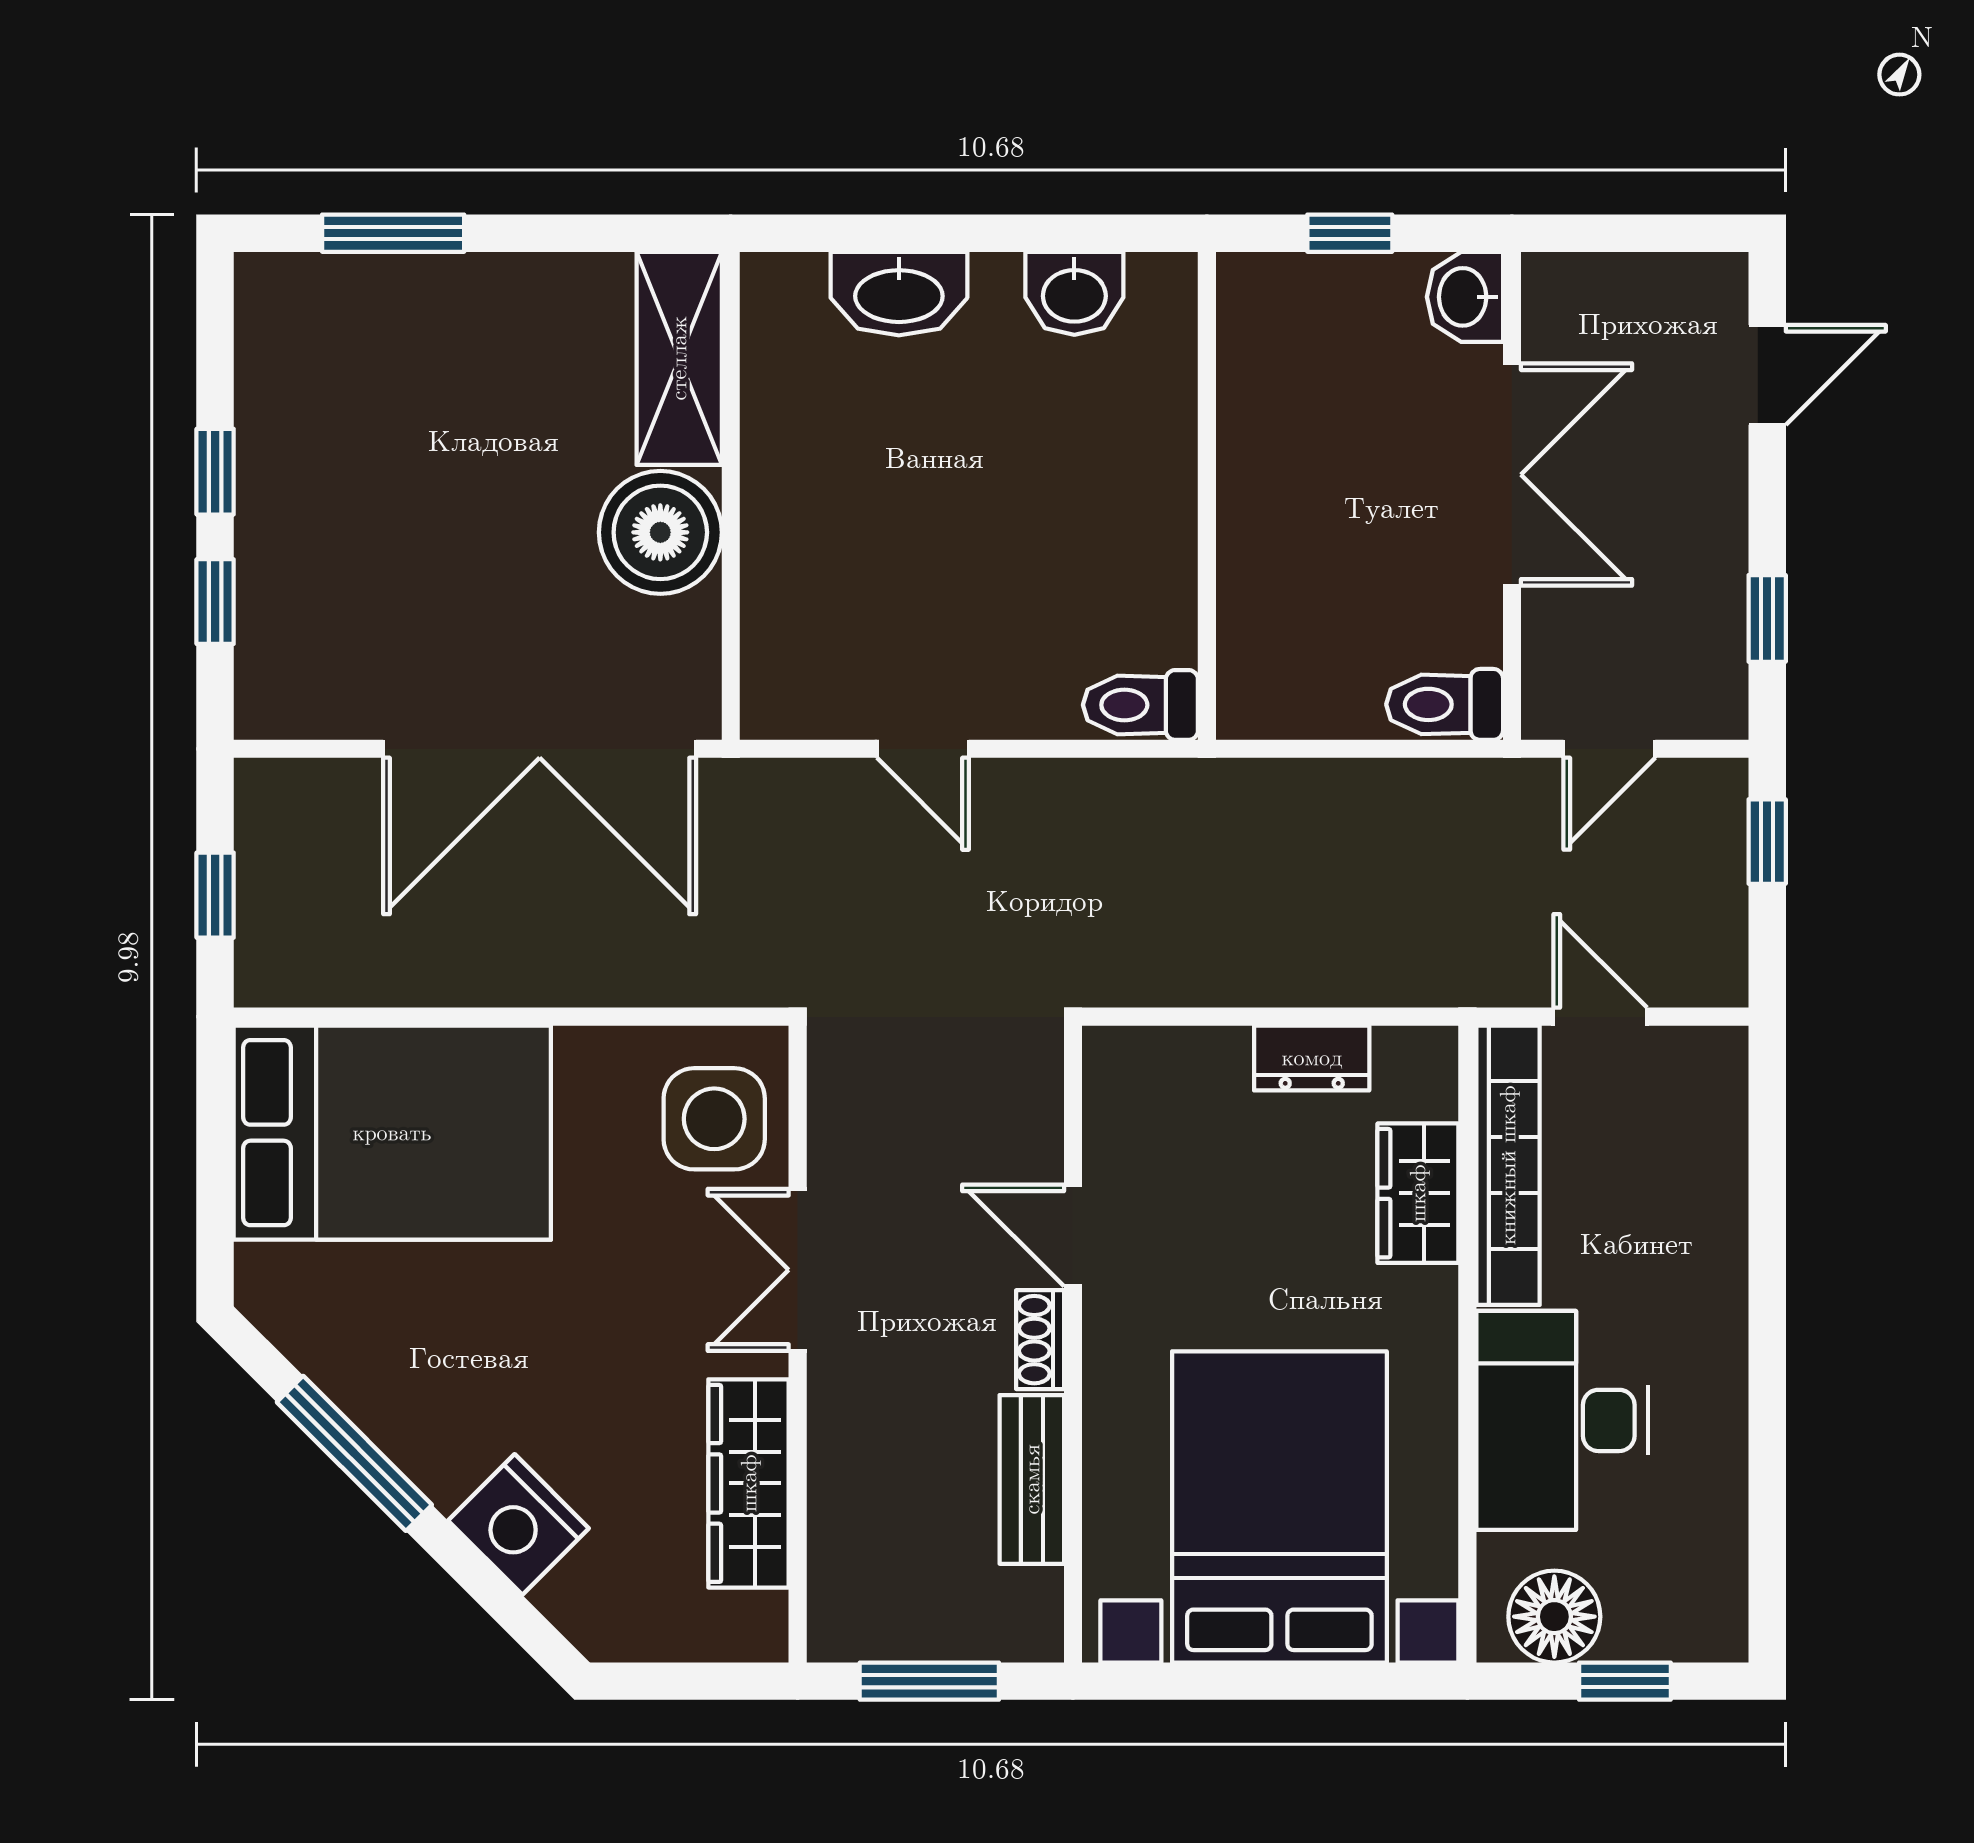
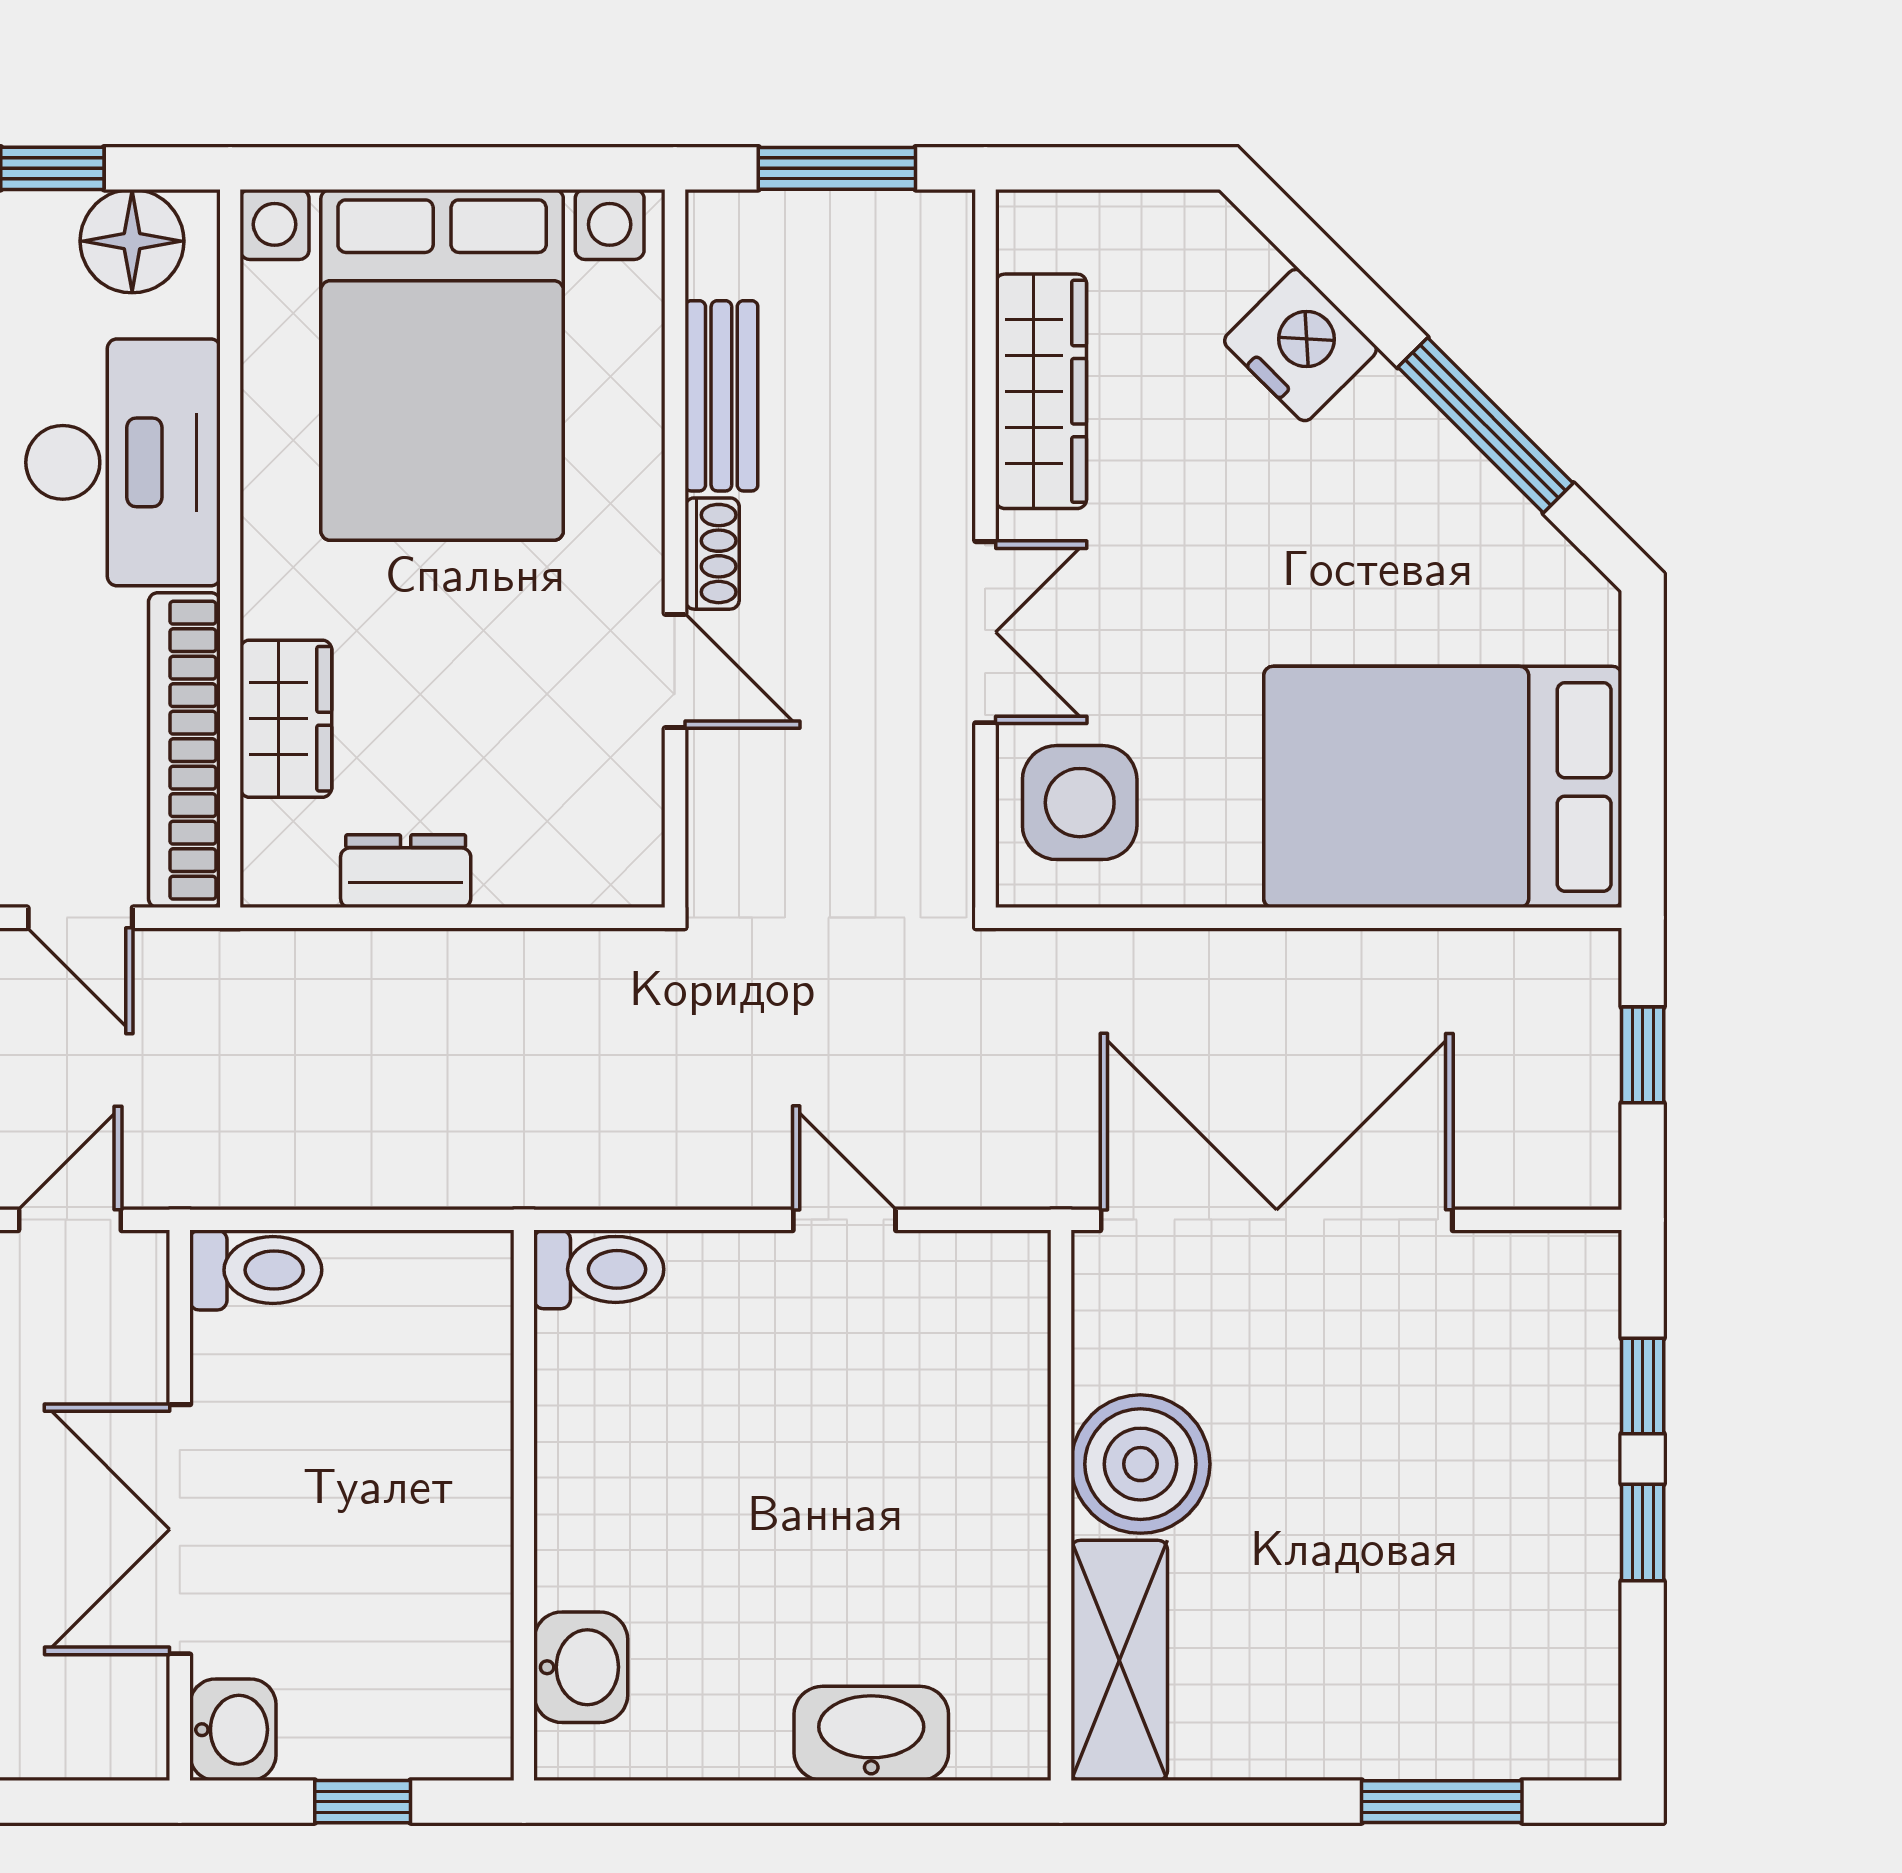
washbasin: (1074, 293) -> (581, 1667), moved, turned 90

